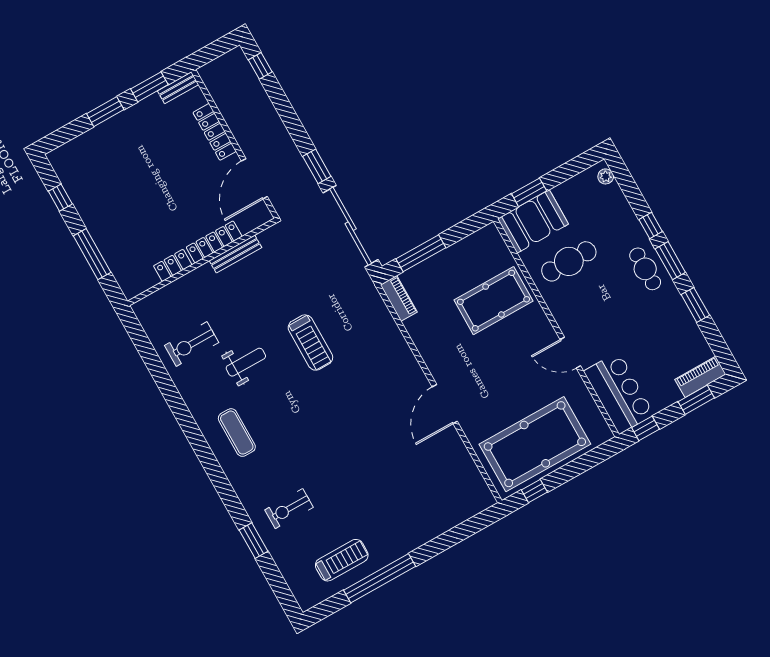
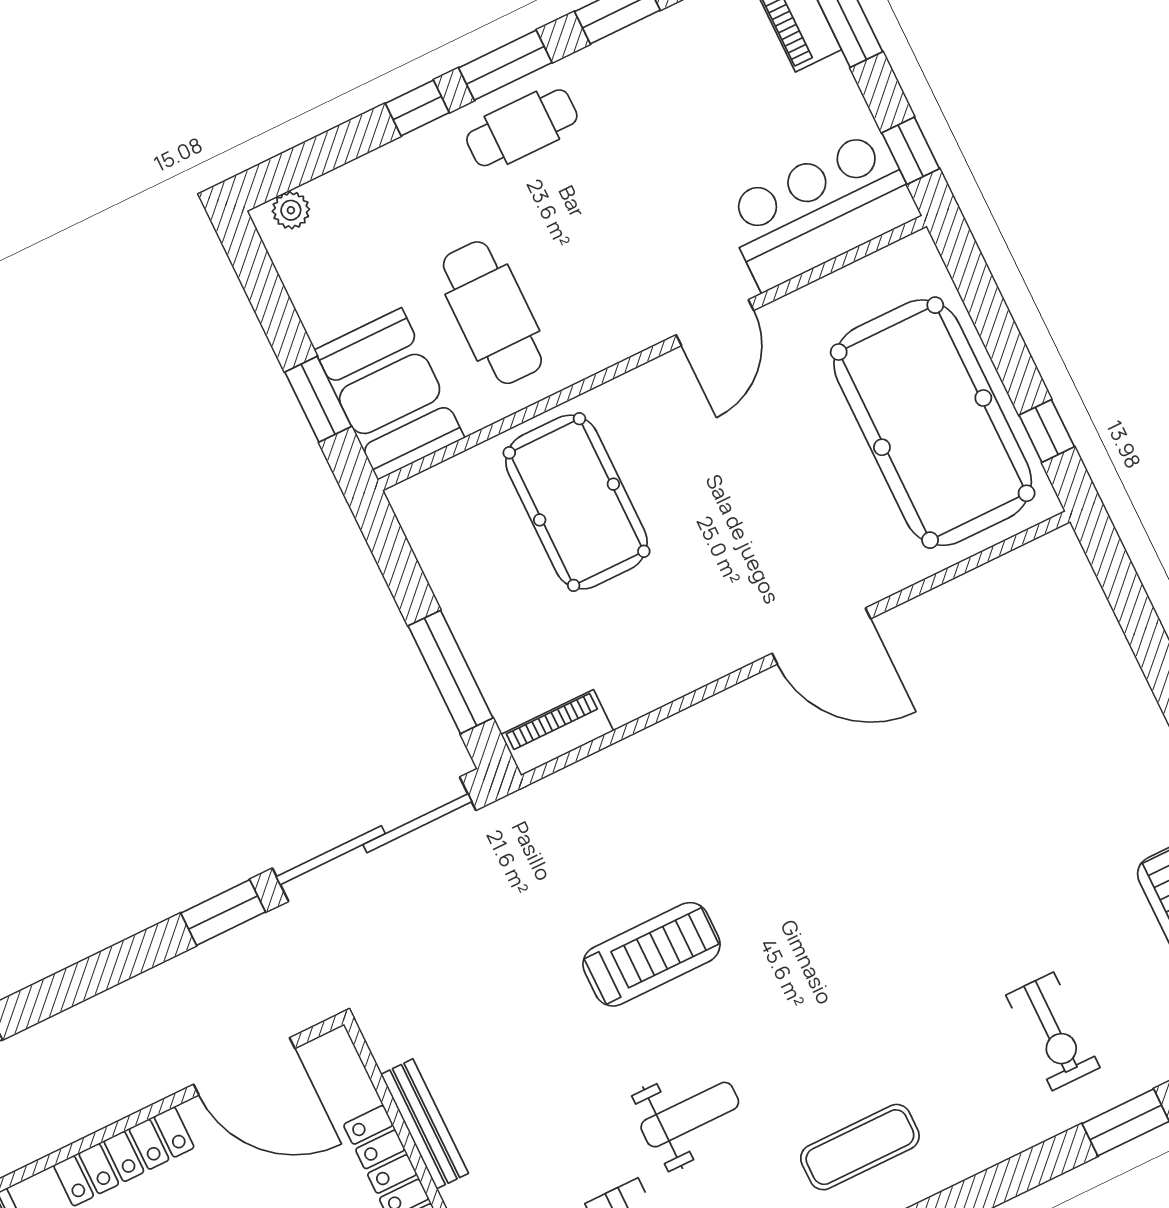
weight bench: (246, 362) -> (690, 1115), turned 90

